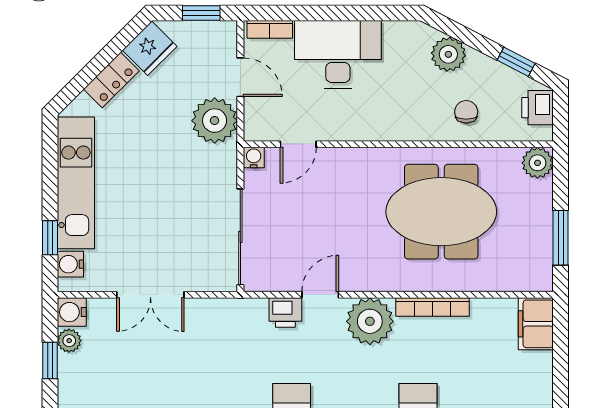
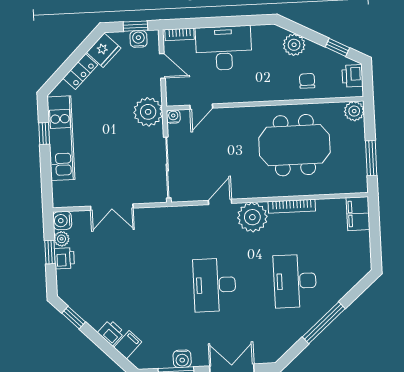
plant: (215, 121) -> (148, 112), moved
window: (50, 238) -> (44, 133), moved
water cooler: (70, 264) -> (138, 39), moved, turned 90
printer: (285, 313) -> (64, 258), moved, turned -90

